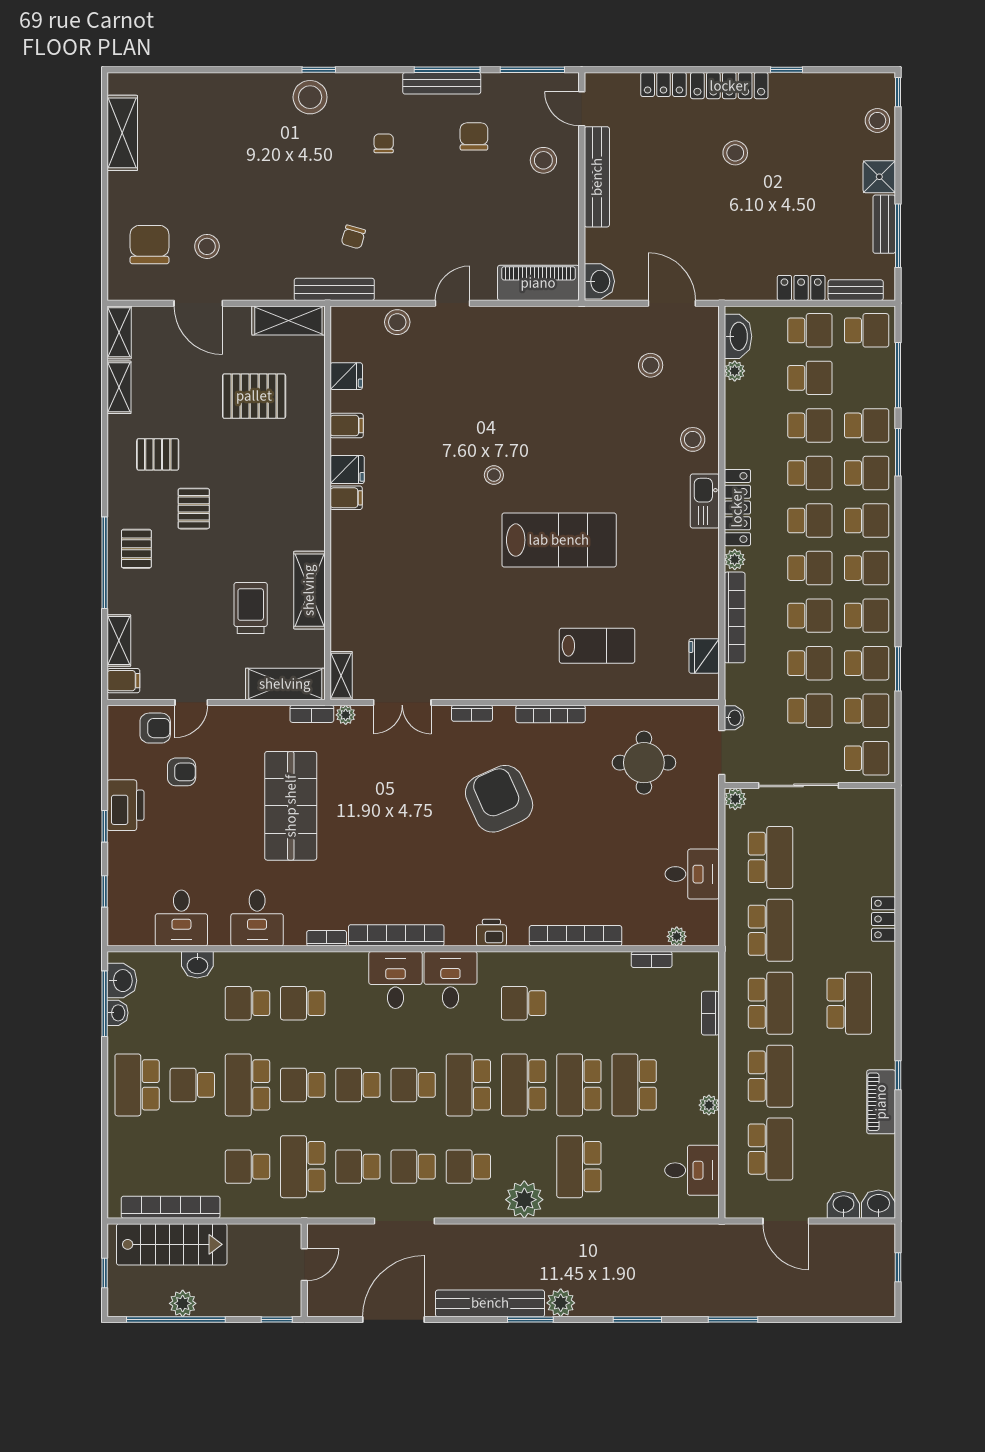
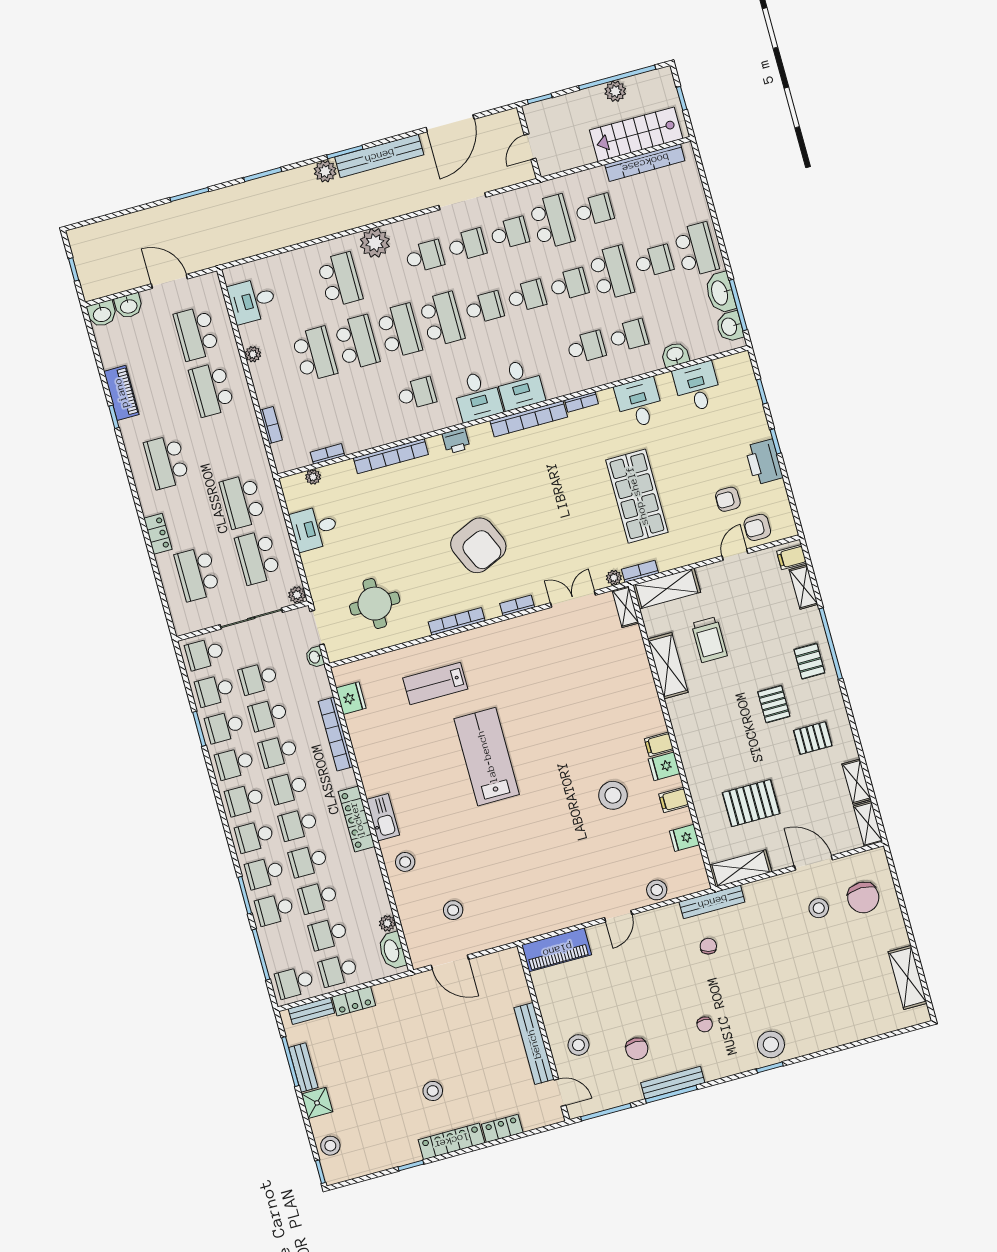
washbasin: (599, 281) -> (510, 964), removed
stool: (494, 475) -> (613, 795), moved, width x1.89, depth x1.89
lab bench: (559, 540) -> (487, 757), turned 90
plant: (735, 560) -> (348, 779), removed
school desk: (771, 1003) -> (197, 574), moved
washbasin: (118, 1013) -> (720, 293), width x1.91, depth x1.45

